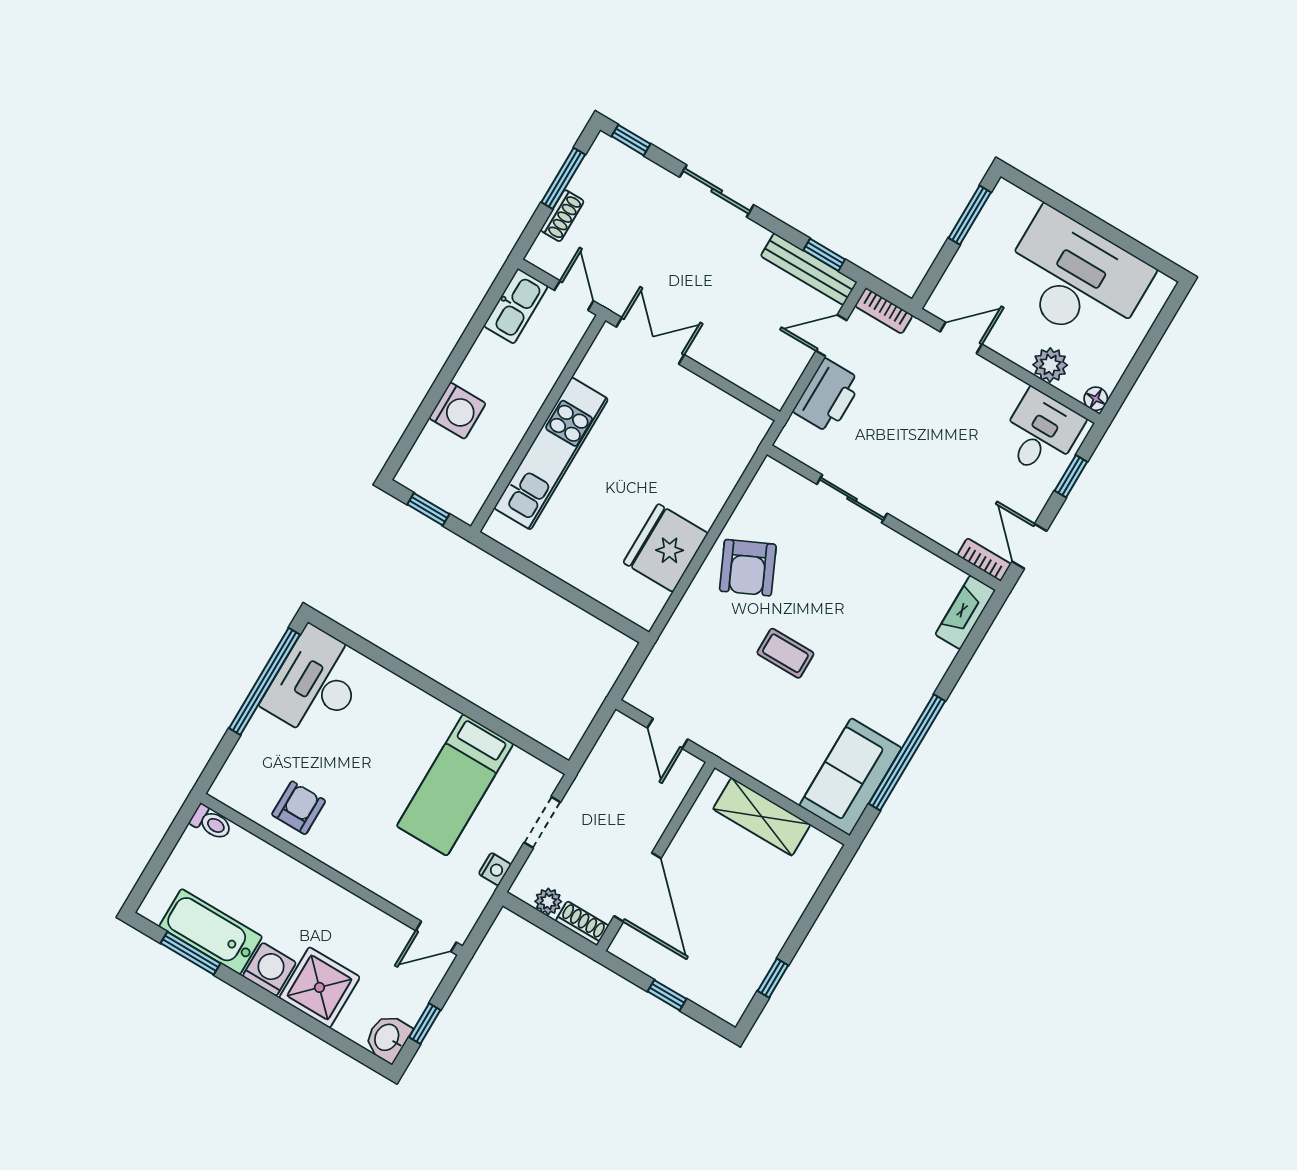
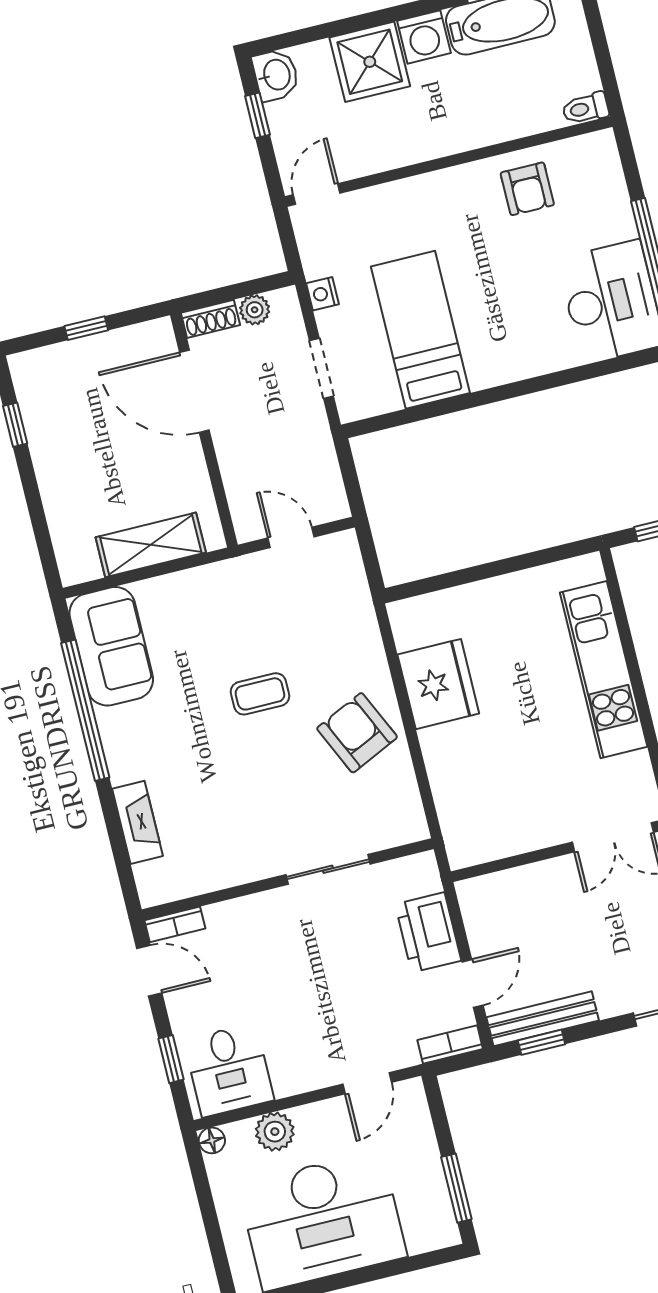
fireplace: (965, 612) -> (137, 822), moved

